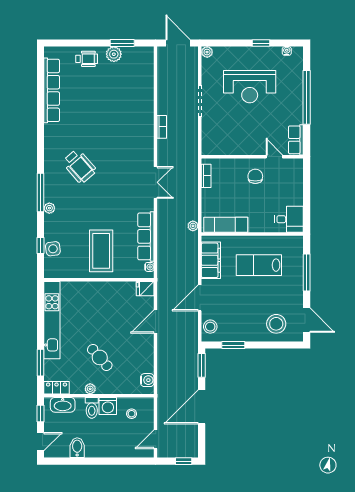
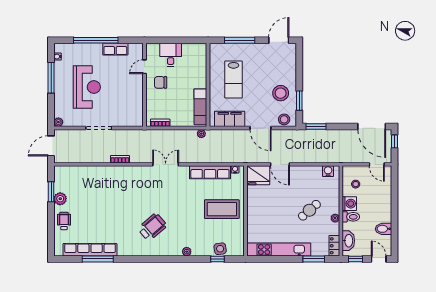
window: (261, 43) -> (51, 78), width x2.17
row of seats: (296, 140) -> (115, 49), moved
window: (40, 193) -> (98, 259), moved
desk: (289, 219) -> (171, 55), moved
fridge: (145, 289) -> (258, 175), width x1.88, depth x1.34
stool: (276, 324) -> (281, 93), moved
door: (202, 407) -> (372, 127), moved

